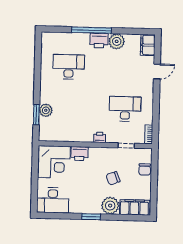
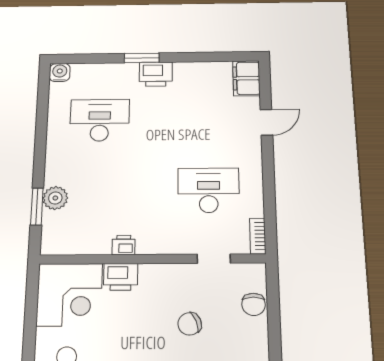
window: (91, 30) -> (142, 58), width x0.47
water cooler: (47, 37) -> (60, 72), added
plant: (117, 41) -> (188, 74), removed
printer: (100, 137) -> (124, 245), moved

